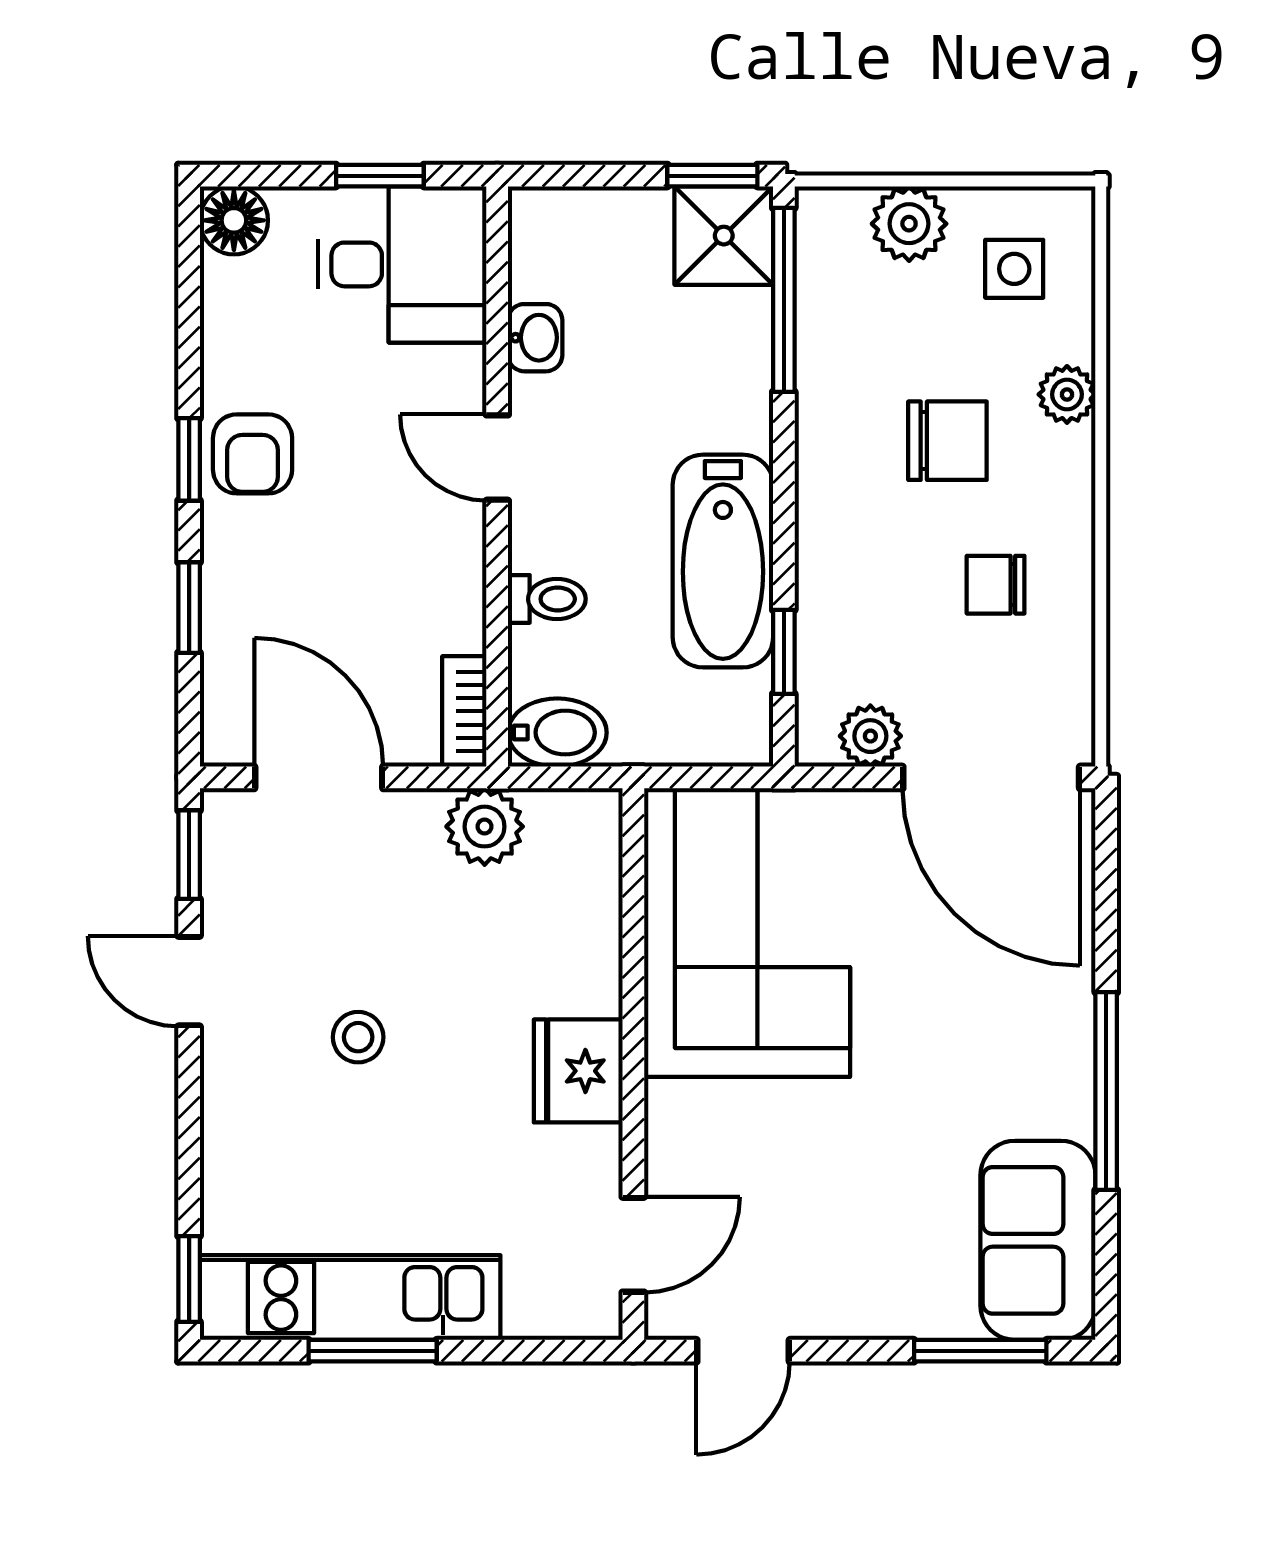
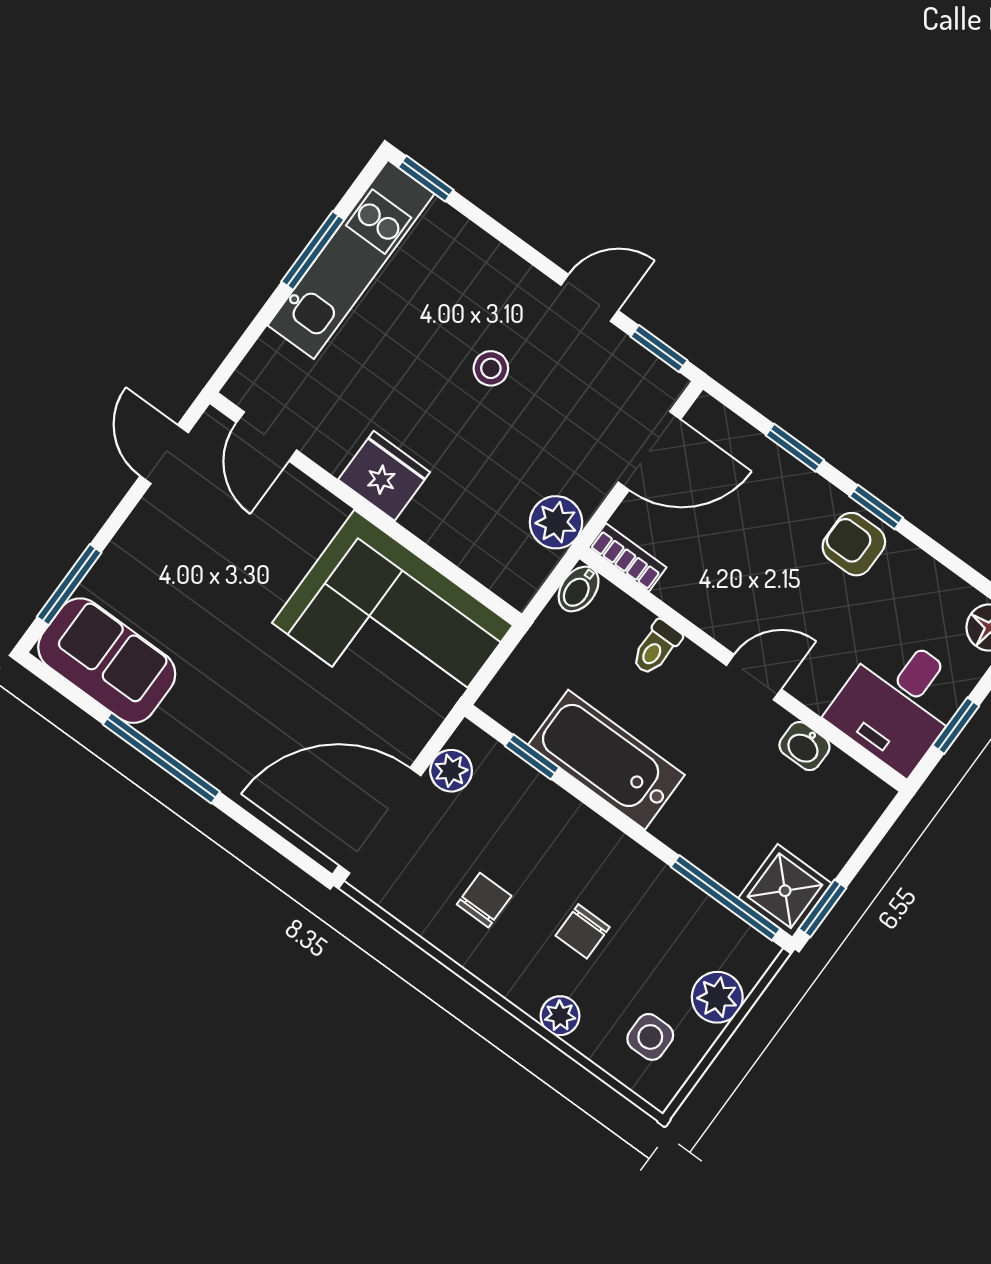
chair: (947, 441) -> (583, 931), width x0.73, depth x0.73
bidet: (557, 733) -> (579, 589), width x0.72, depth x0.74

